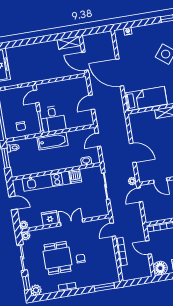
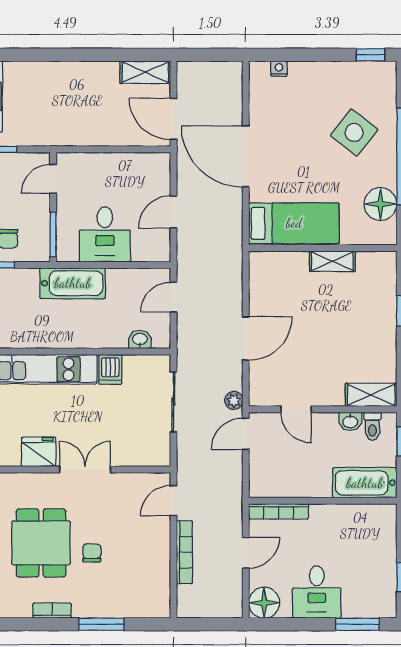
desk: (53, 119) -> (105, 234), moved
door: (133, 153) -> (246, 338), hinge flipped
door: (149, 247) -> (246, 553), swing flipped
window: (104, 287) -> (101, 624), moved

